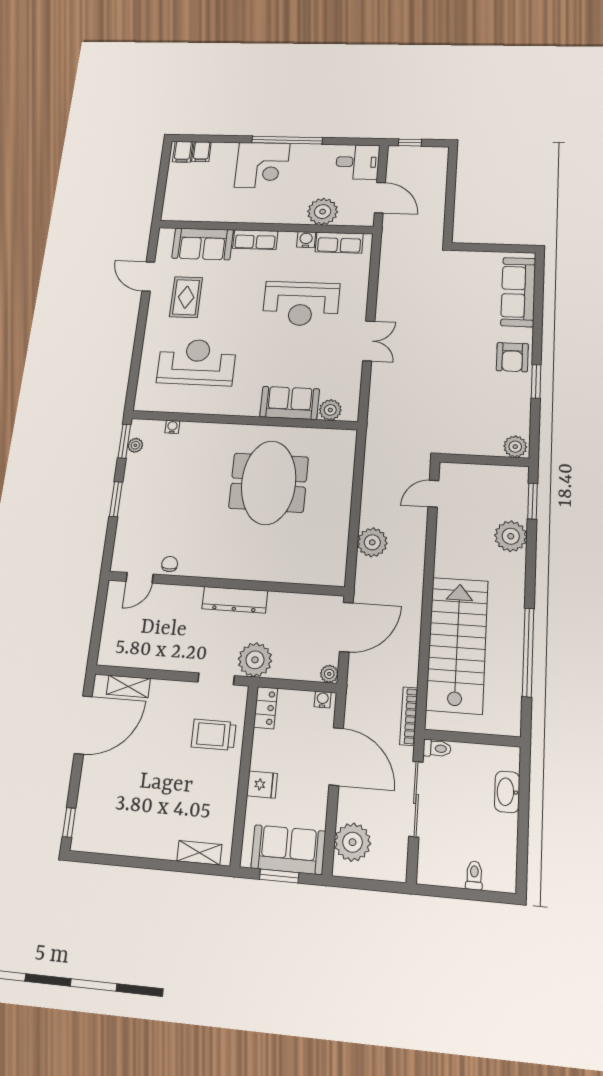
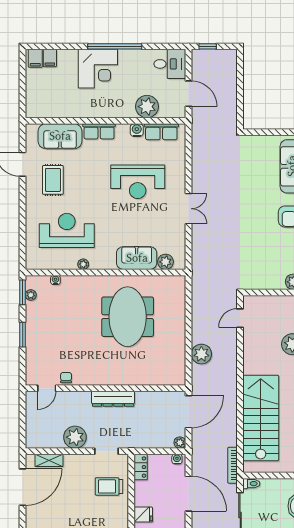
plant: (214, 408) -> (83, 264), added
plant: (255, 660) -> (75, 437), moved

